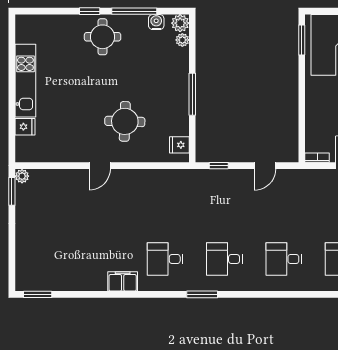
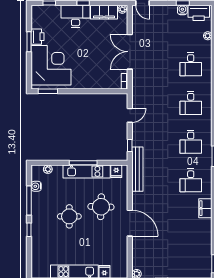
plant: (180, 23) -> (37, 171), removed
round table: (103, 37) -> (69, 216), moved
kitchen unit: (179, 99) -> (87, 171), added
door: (100, 166) -> (130, 223), width x1.88
door: (265, 166) -> (130, 115), hinge flipped
bench: (182, 177) -> (137, 169), added

